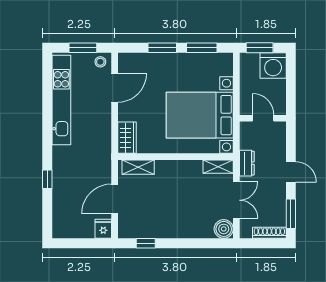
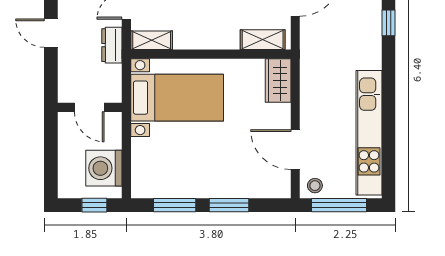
window: (83, 48) -> (339, 205), width x1.44
window: (260, 48) -> (94, 205), width x0.67
washing machine: (273, 65) -> (104, 168), moved, turned -90
door: (115, 88) -> (295, 150), hinge flipped
bed with nightstands: (200, 115) -> (177, 98), width x0.73

